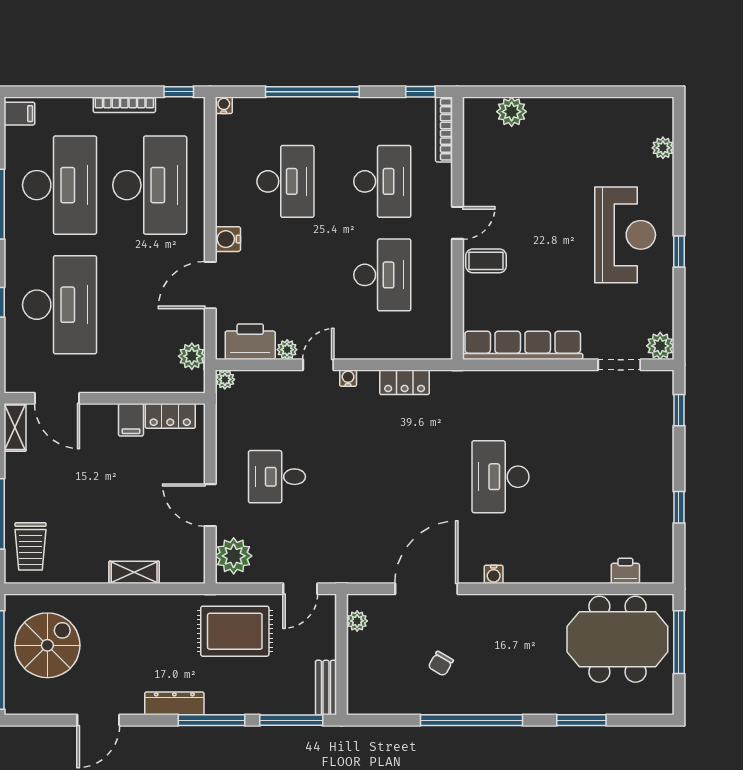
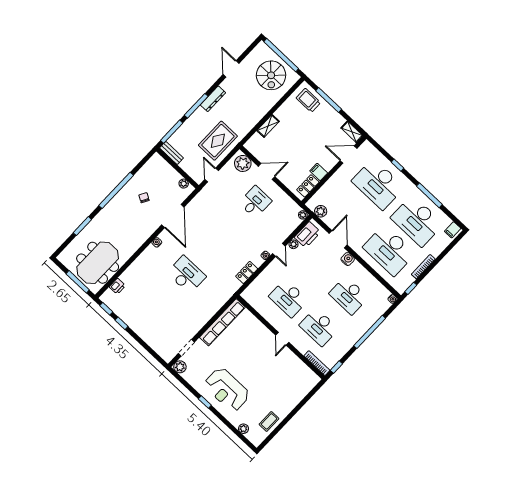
plant: (512, 112) -> (302, 391), removed
coffee table: (486, 261) -> (269, 421), moved
window: (679, 410) -> (106, 309), moved

